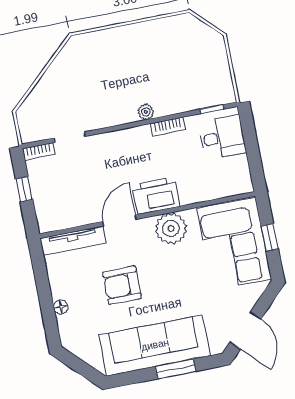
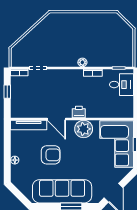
printer: (156, 196) -> (79, 112), width x0.53, depth x0.68
door: (120, 220) -> (56, 119), swing flipped
armchair: (122, 285) -> (51, 155), turned 180

